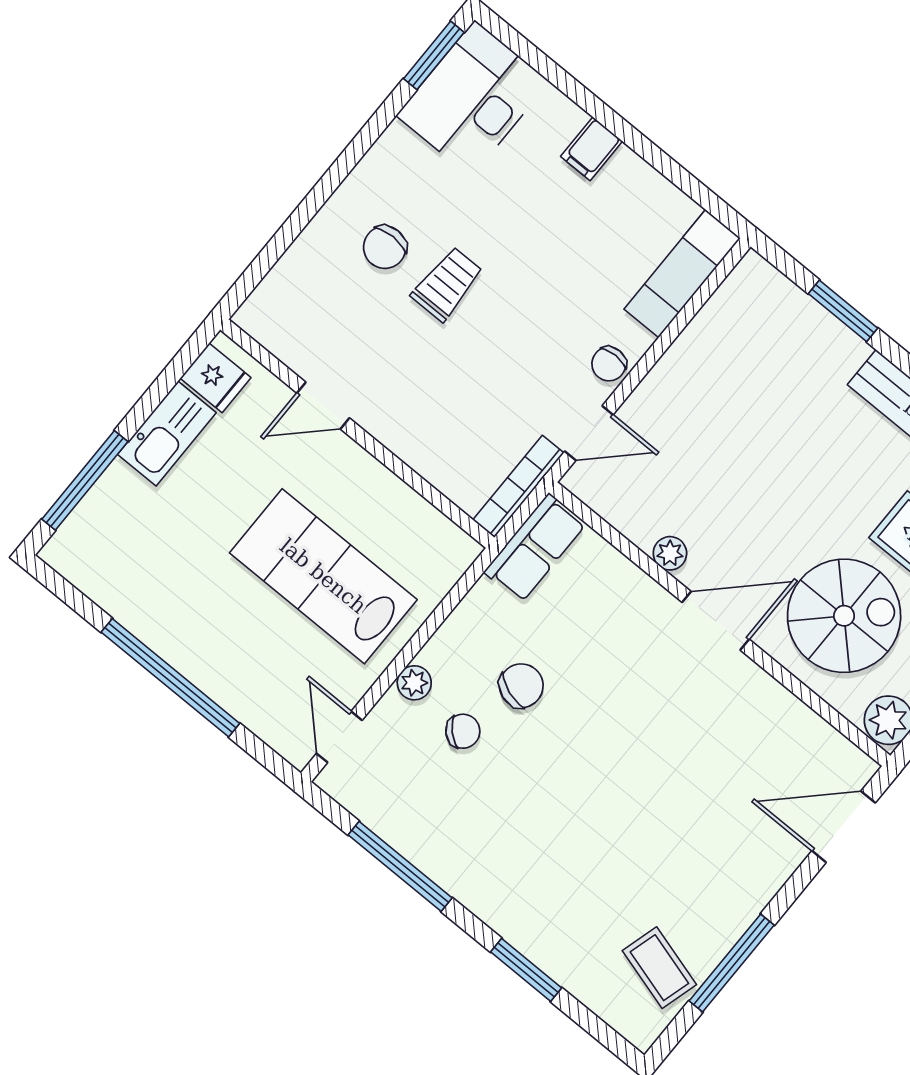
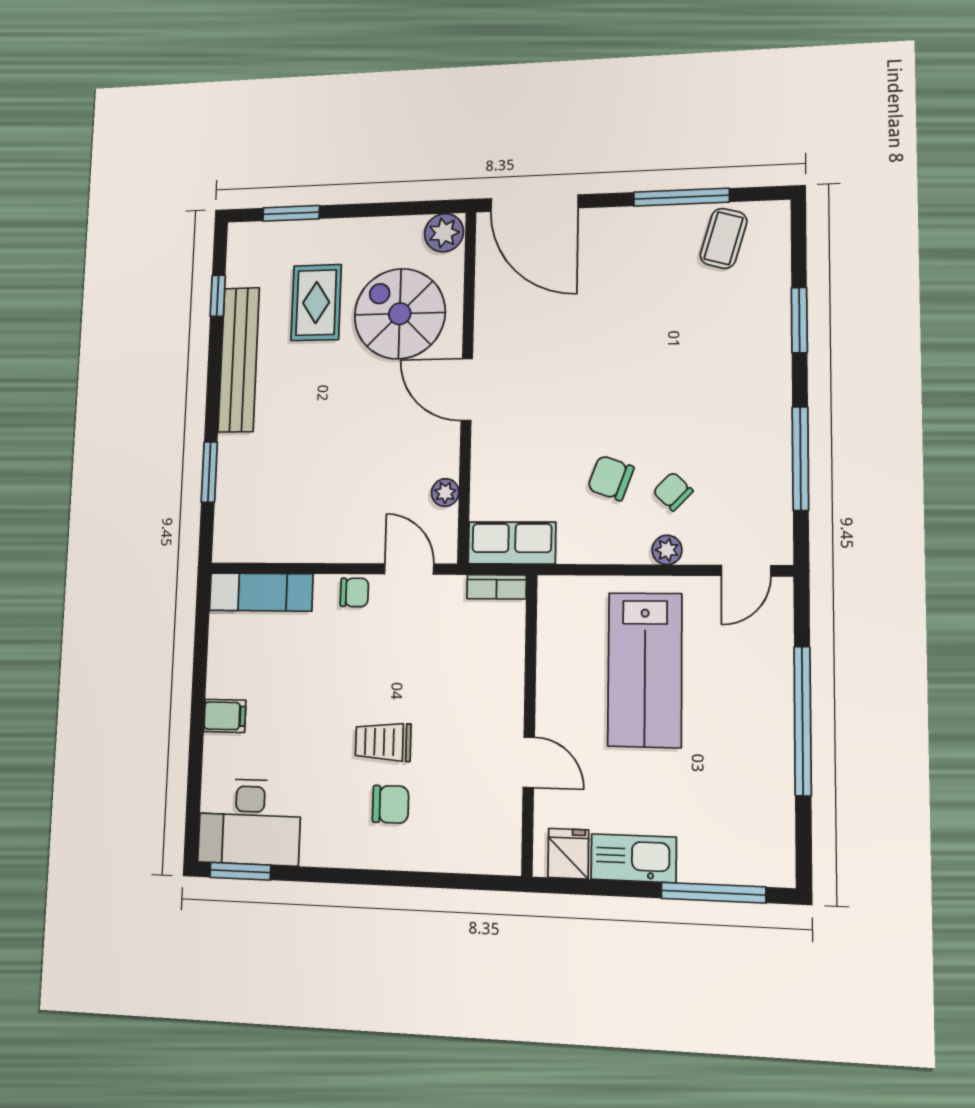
bookcase: (518, 486) -> (497, 587), width x0.64
plant: (670, 553) -> (445, 493), moved
door: (844, 827) -> (534, 203), width x1.36

